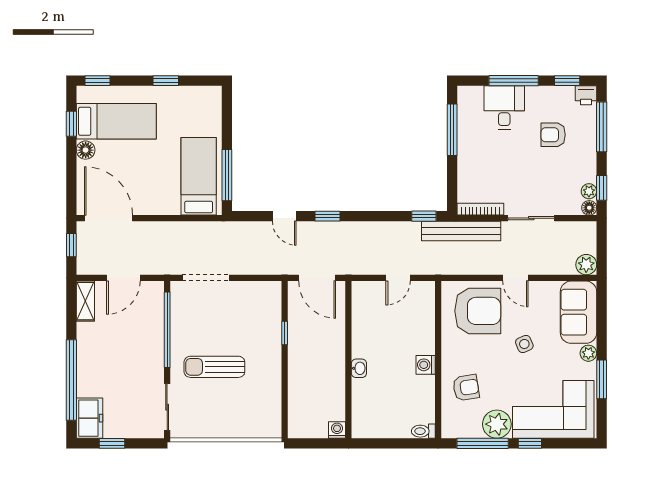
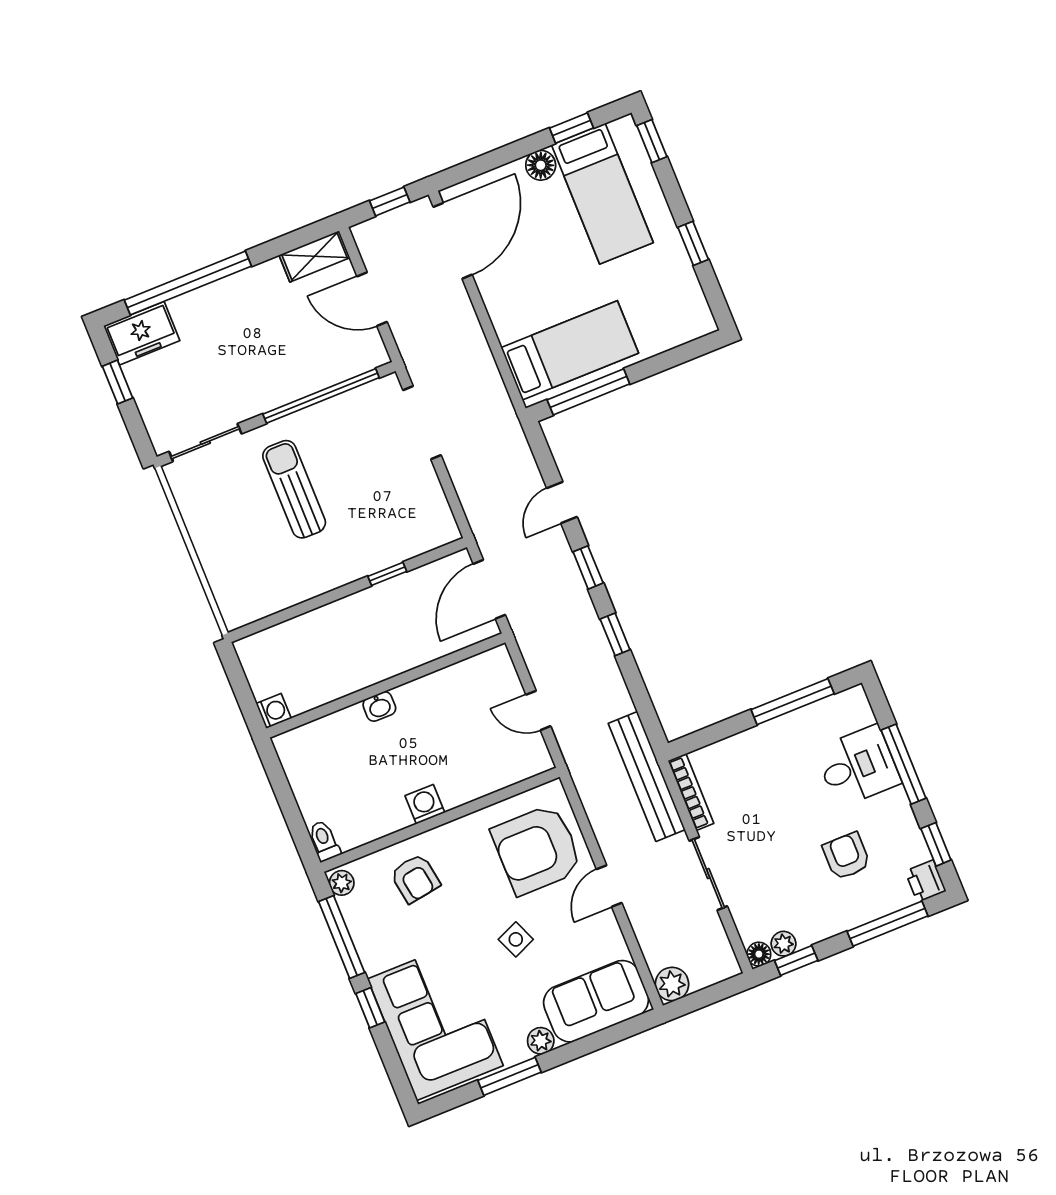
window: (424, 216) -> (615, 634), moved
armchair: (478, 311) -> (537, 849), turned 90
plant: (497, 424) -> (342, 883), moved, width x0.53, depth x0.53

